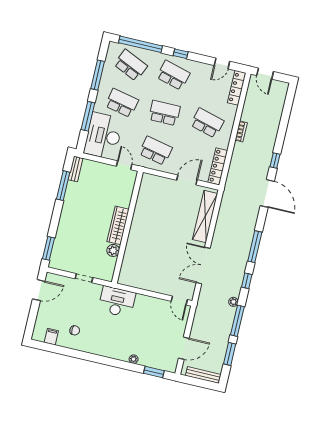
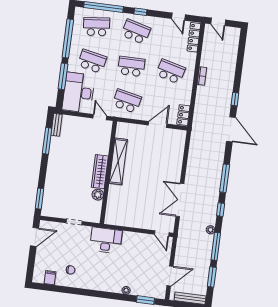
door: (222, 63) -> (178, 17), hinge flipped
school desk: (131, 65) -> (97, 27), turned -30
window: (98, 75) -> (68, 38), width x1.46
locker: (218, 166) -> (183, 115), width x0.66
shelving: (205, 217) -> (118, 161), moved

